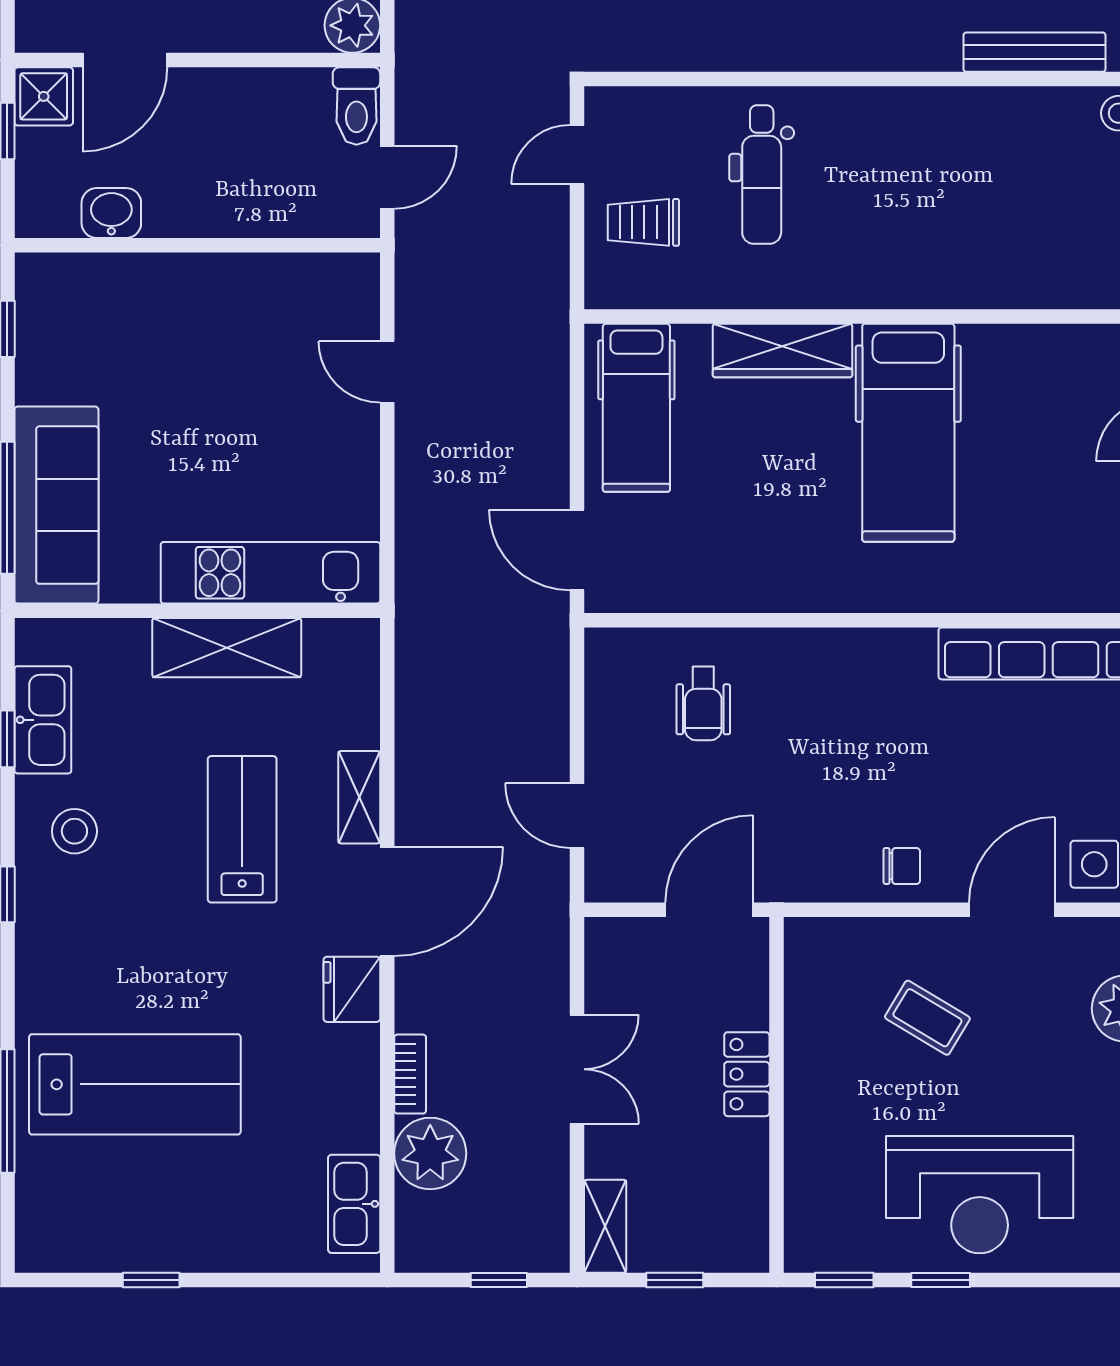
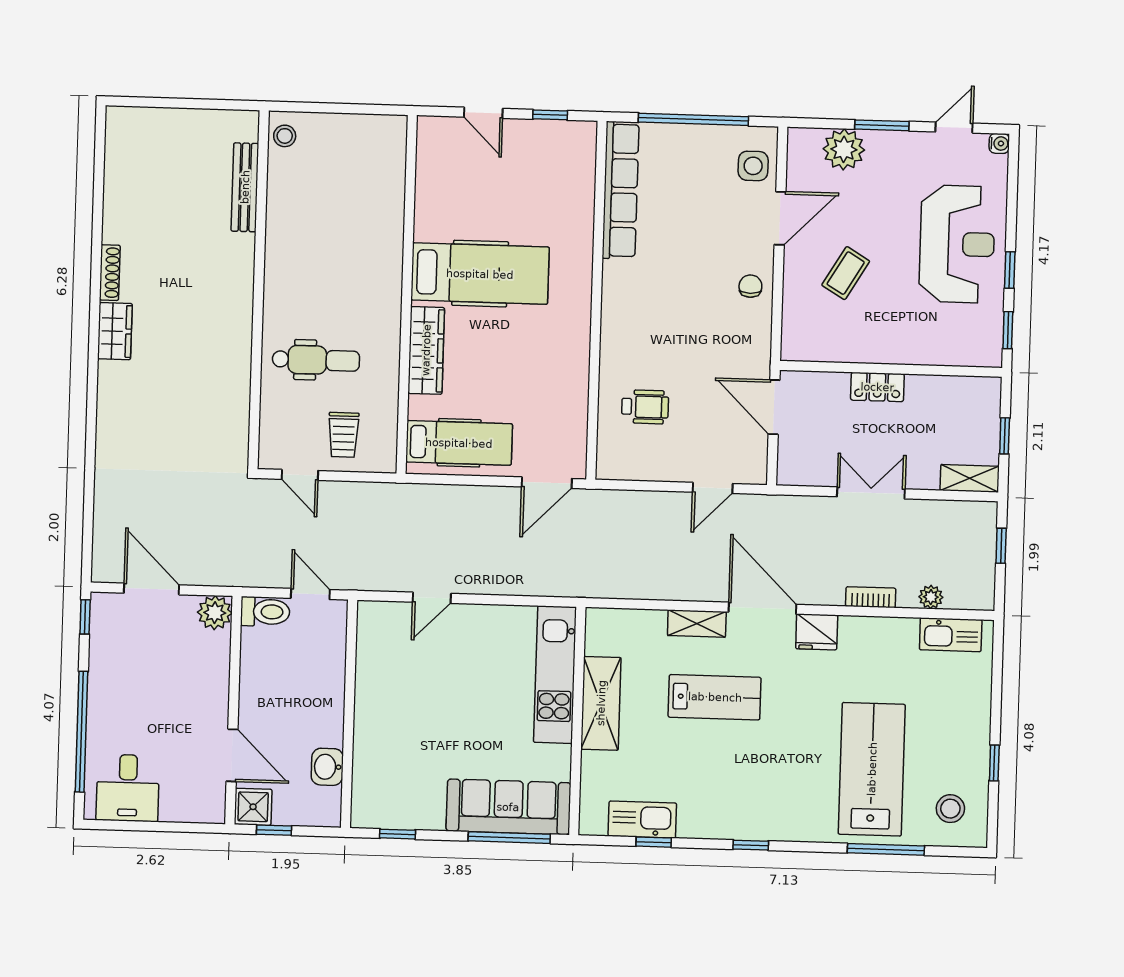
lab bench: (242, 829) -> (715, 697), turned 180
stool: (74, 831) -> (950, 809), moved
door: (1012, 910) -> (780, 218), swing flipped
plant: (430, 1153) -> (931, 597), width x0.53, depth x0.53

